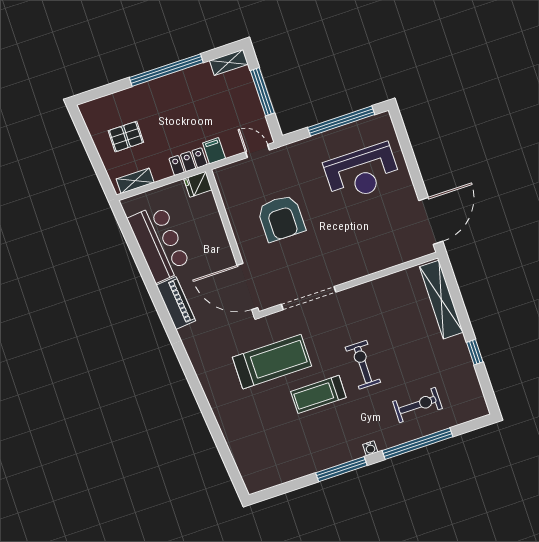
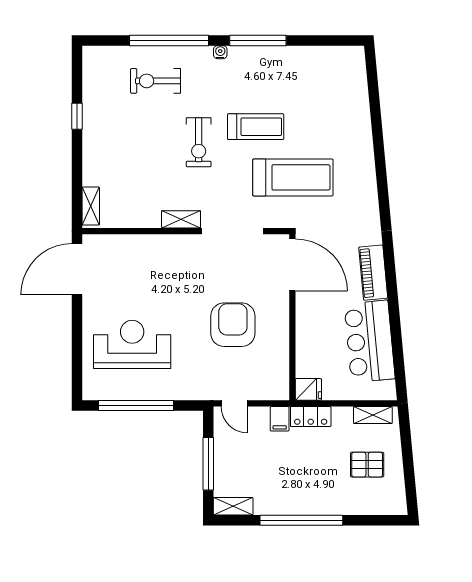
shelving: (356, 294) -> (181, 219), added
shelving: (441, 300) -> (91, 206), width x0.45, depth x0.75
treadmill: (272, 362) -> (293, 177), turned 180

